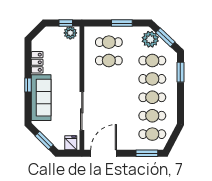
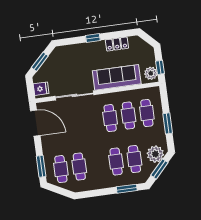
cafe table: (152, 97) -> (110, 118), moved
sofa: (41, 98) -> (117, 77), moved, turned 180

